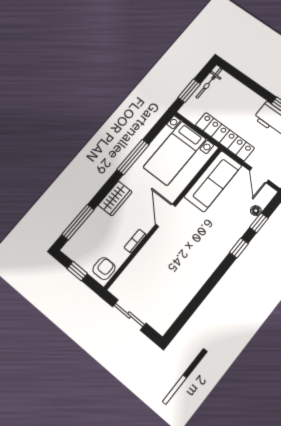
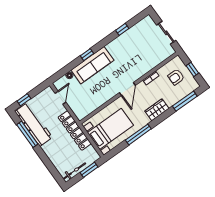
sofa: (213, 181) -> (92, 65), moved, turned 180
window: (259, 223) -> (122, 29), moved
armchair: (104, 269) -> (176, 77), moved

